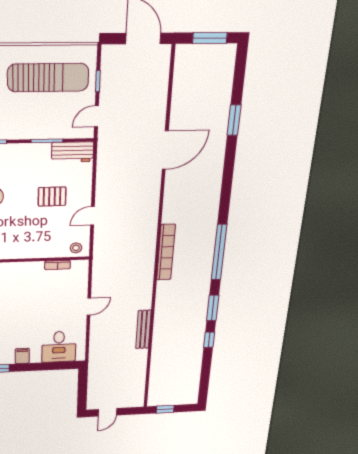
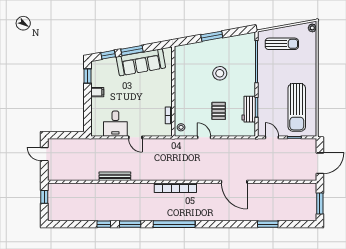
door: (165, 150) -> (234, 182), moved
workbench: (73, 152) -> (249, 109), moved
desk: (59, 347) -> (115, 124), moved, turned -90

